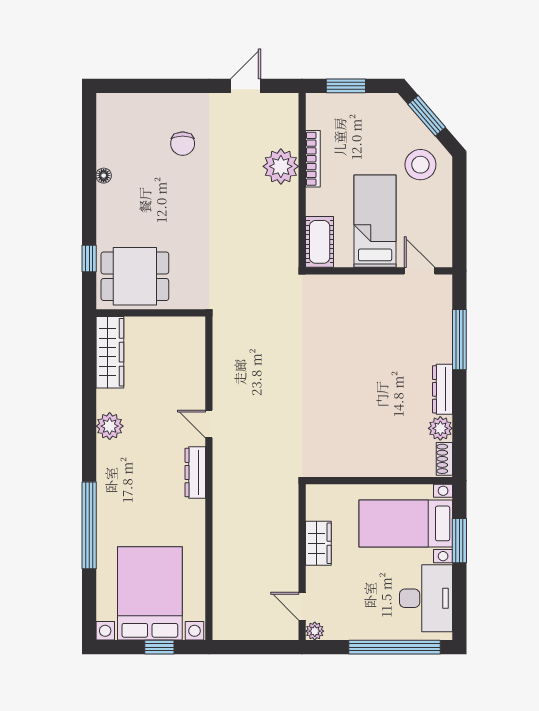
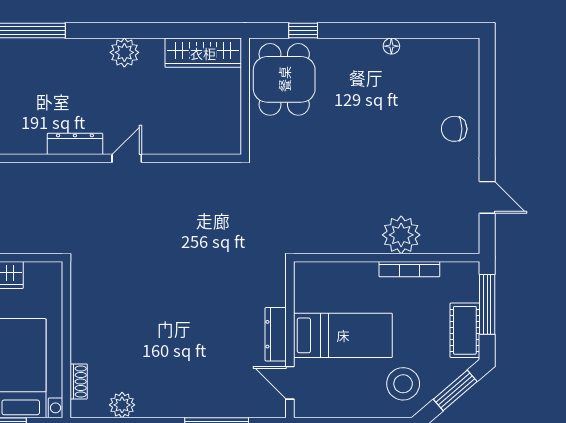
window: (346, 86) -> (487, 304), width x1.44
chair: (183, 144) -> (454, 129), moved
cot: (320, 242) -> (465, 330), moved, turned 90
door: (420, 271) -> (290, 383), swing flipped
dresser: (443, 389) -> (276, 334), moved, turned -90
shoe rack: (444, 459) -> (79, 382), moved, turned 90

